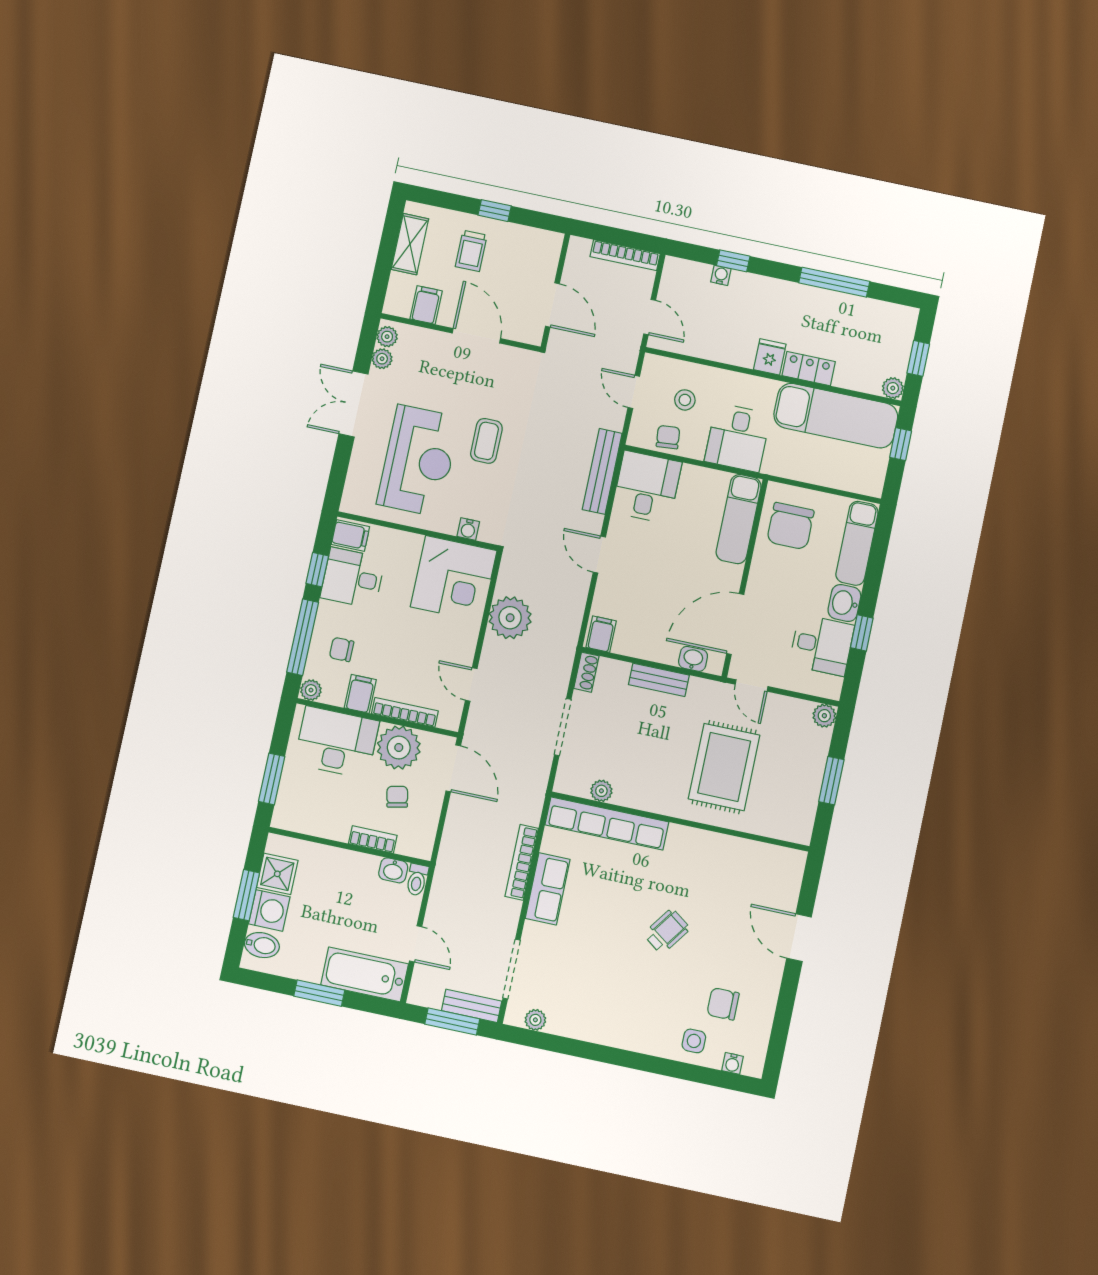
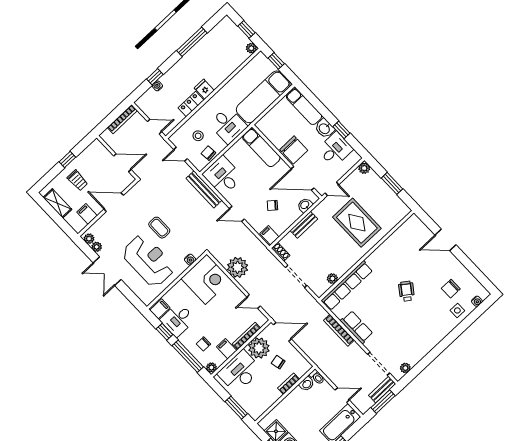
locker: (809, 369) -> (191, 104), moved
exam couch: (836, 416) -> (263, 97), moved, turned 180
chair: (790, 526) -> (294, 150), moved
chair: (655, 605) -> (272, 205), added
door: (735, 624) -> (303, 178), hinge flipped

